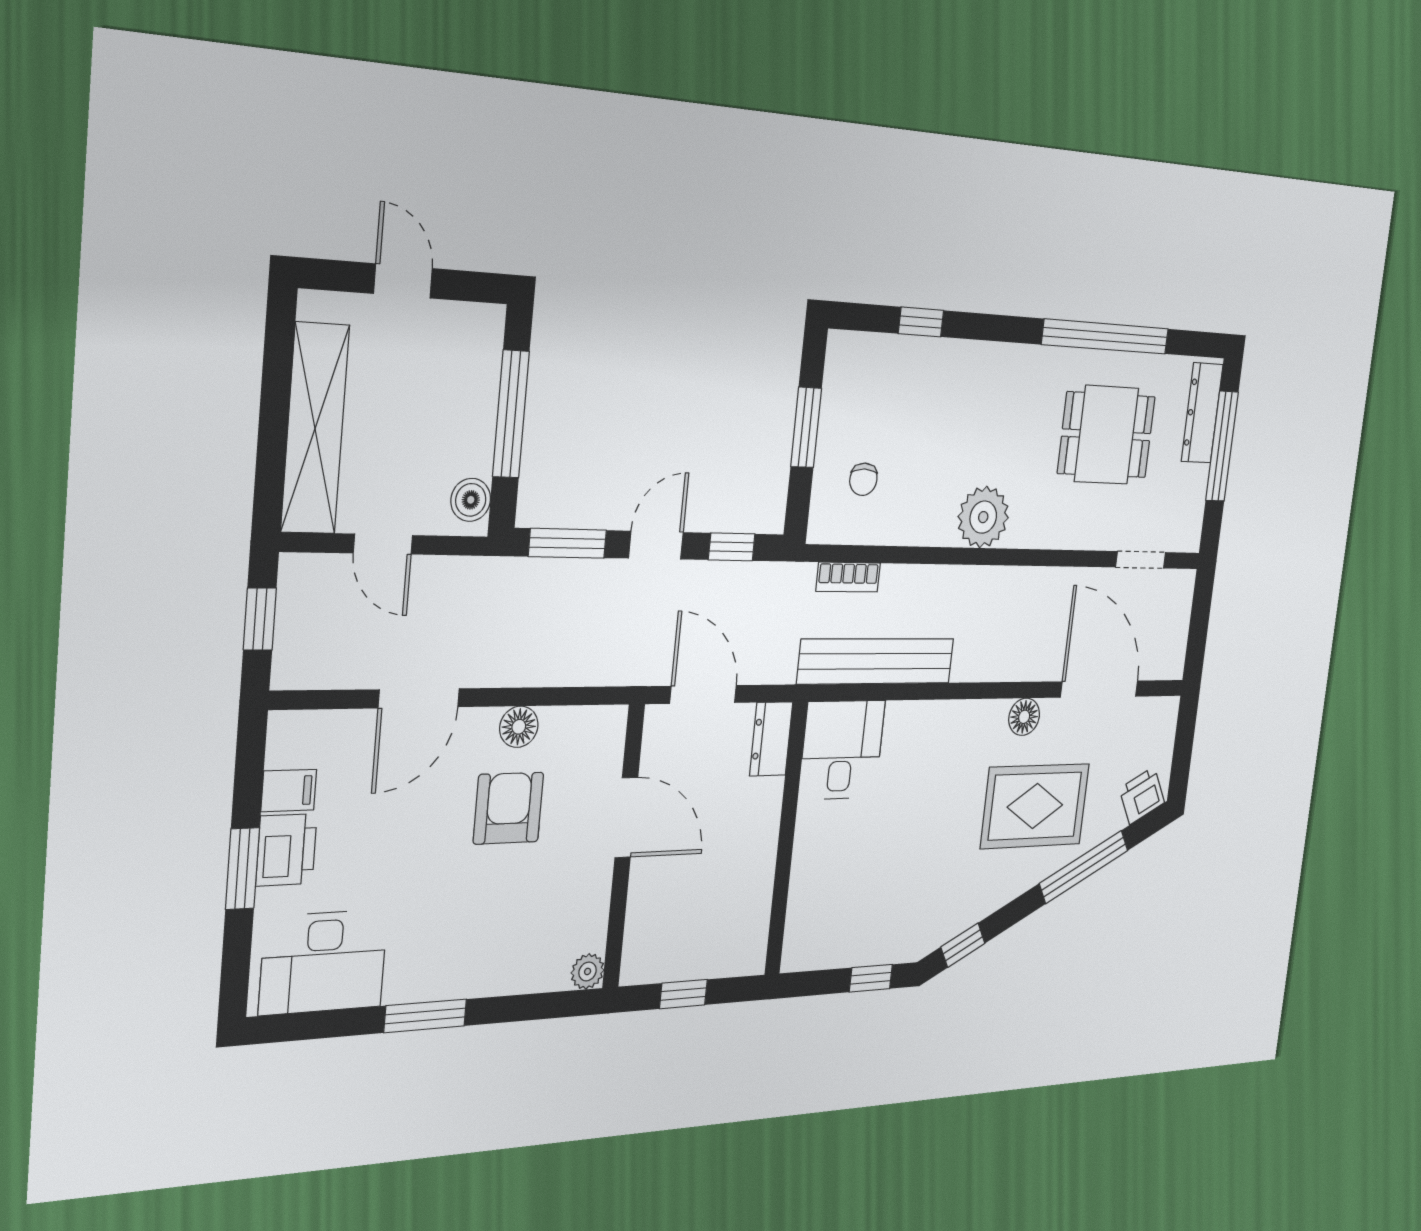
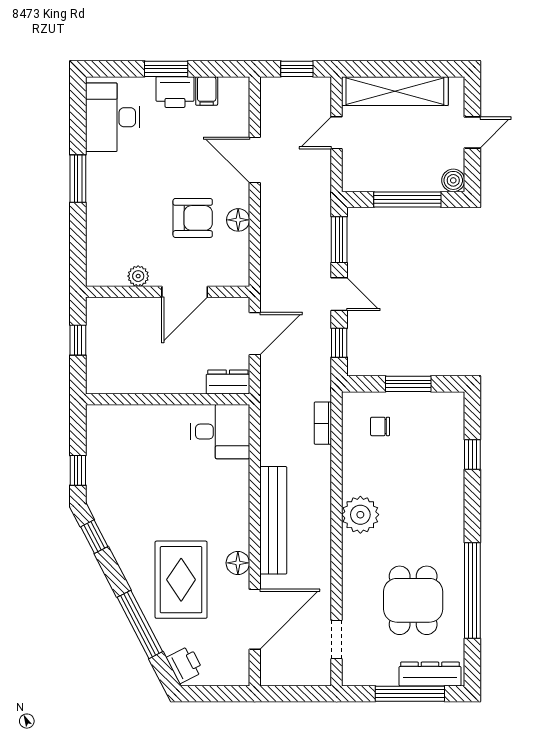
boiler: (471, 500) -> (453, 180), moved
bench: (876, 661) -> (273, 520), moved
plant: (588, 971) -> (138, 276), moved

